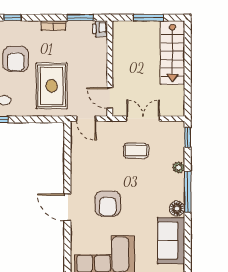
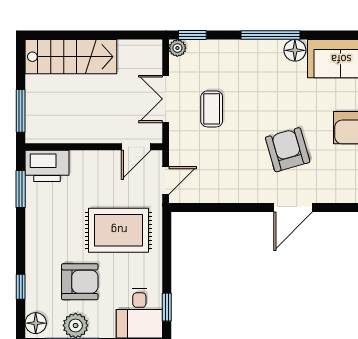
window: (148, 18) -> (21, 111), moved
bookcase: (53, 26) -> (32, 228), removed
printer: (100, 29) -> (47, 166), width x1.87, depth x1.48
plant: (179, 167) -> (177, 48), moved
armchair: (108, 204) -> (288, 150), turned -106

